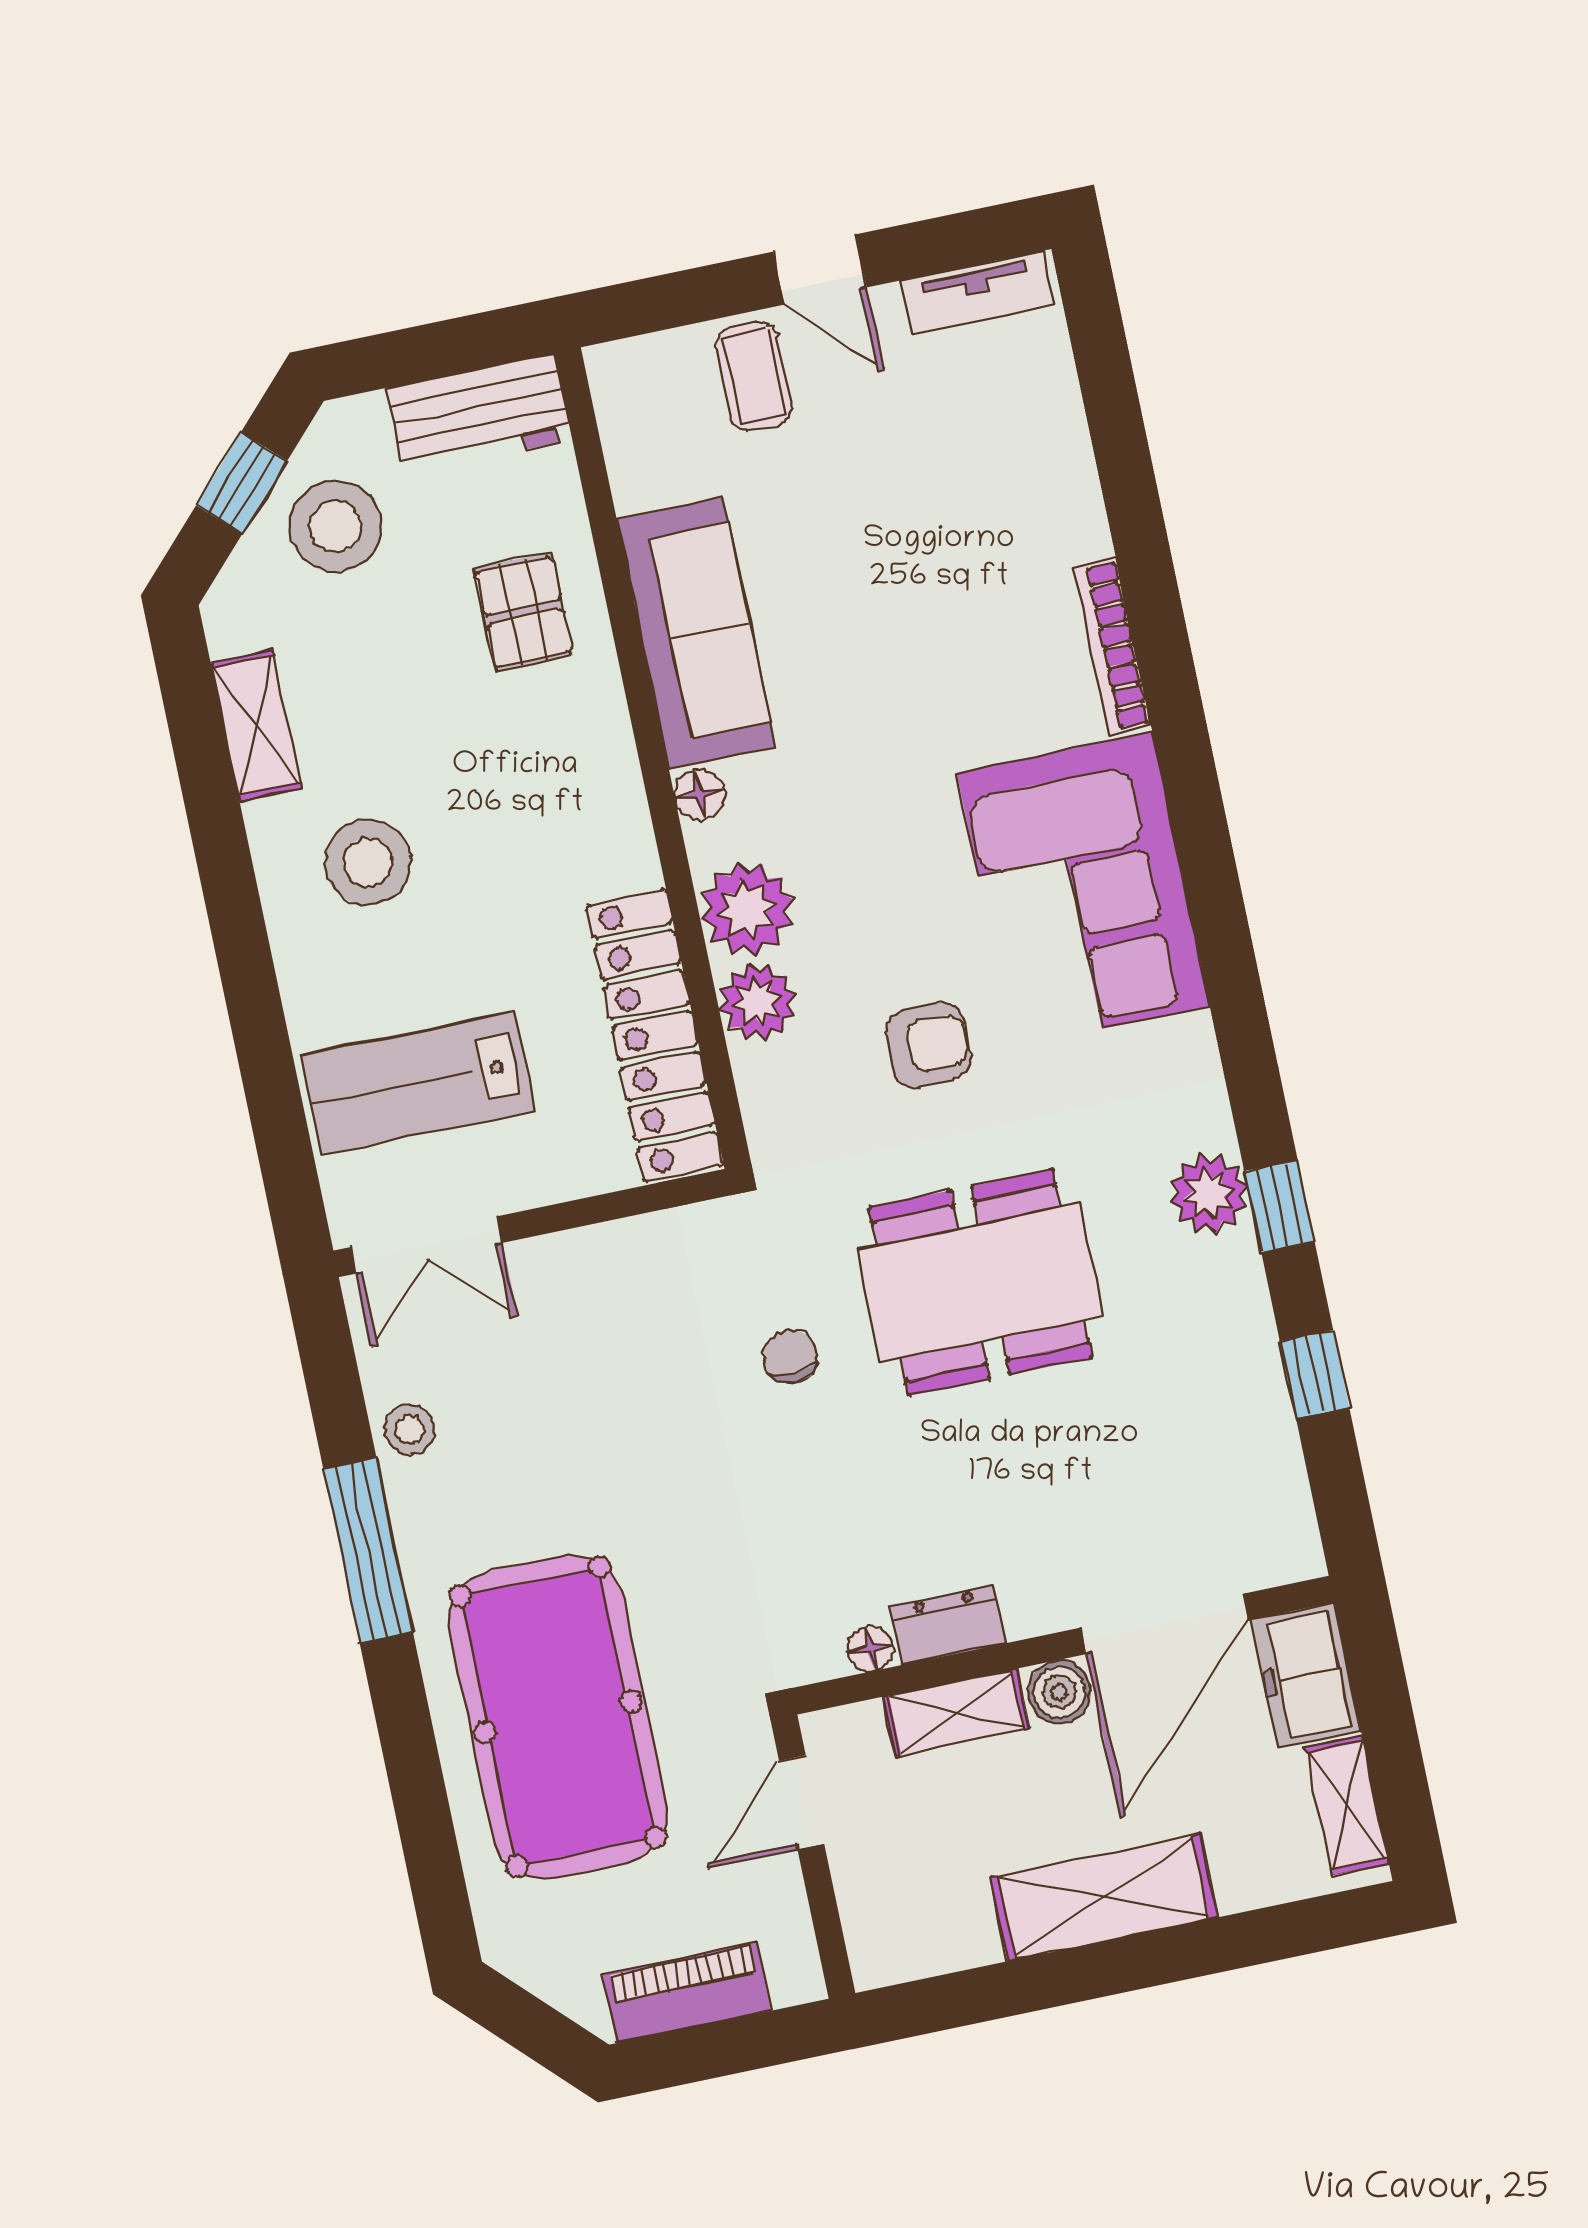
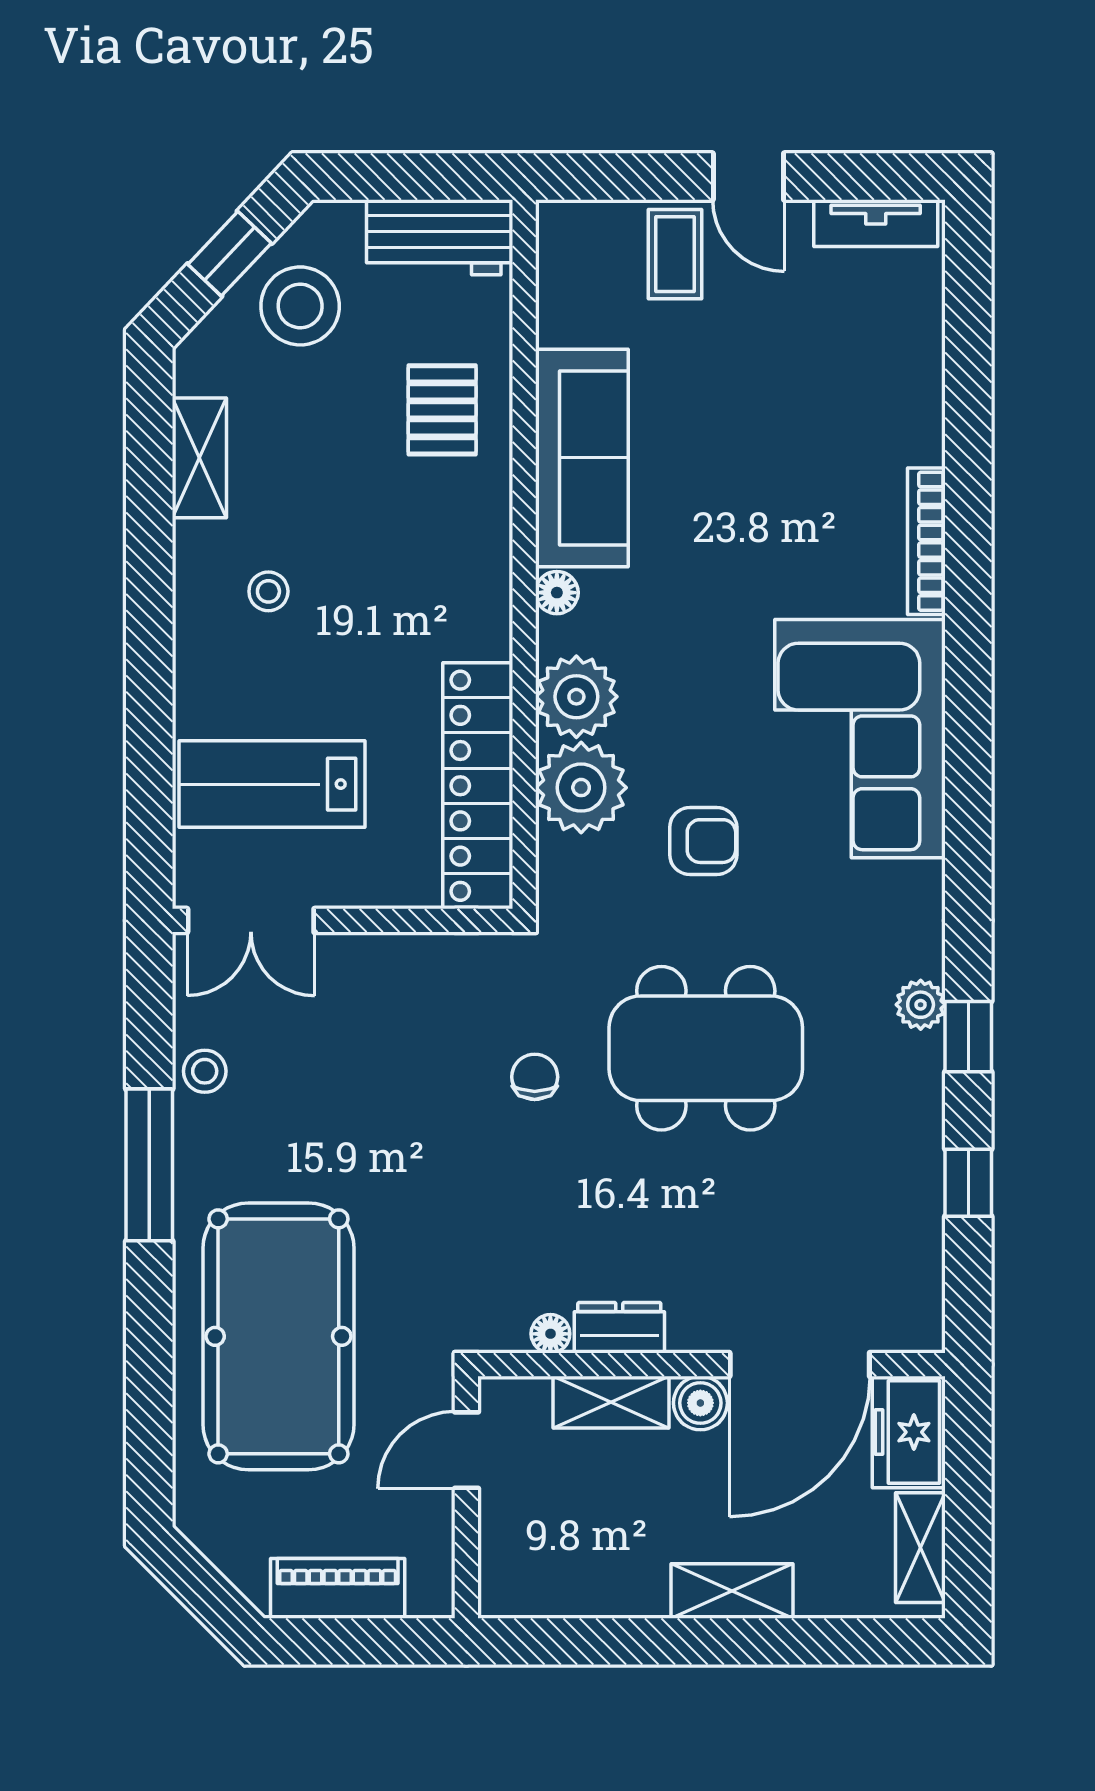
stool: (367, 862) -> (268, 591), width x0.53, depth x0.53
plant: (757, 1002) -> (581, 788), width x1.36, depth x1.36
plant: (1209, 1194) -> (921, 1005), width x0.73, depth x0.73
shelving: (1104, 1897) -> (732, 1591), width x0.67, depth x0.75

